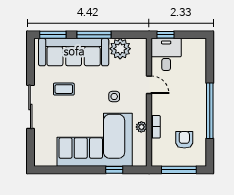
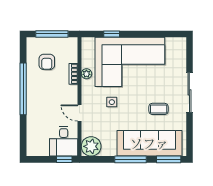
plant: (120, 49) -> (91, 146), moved

